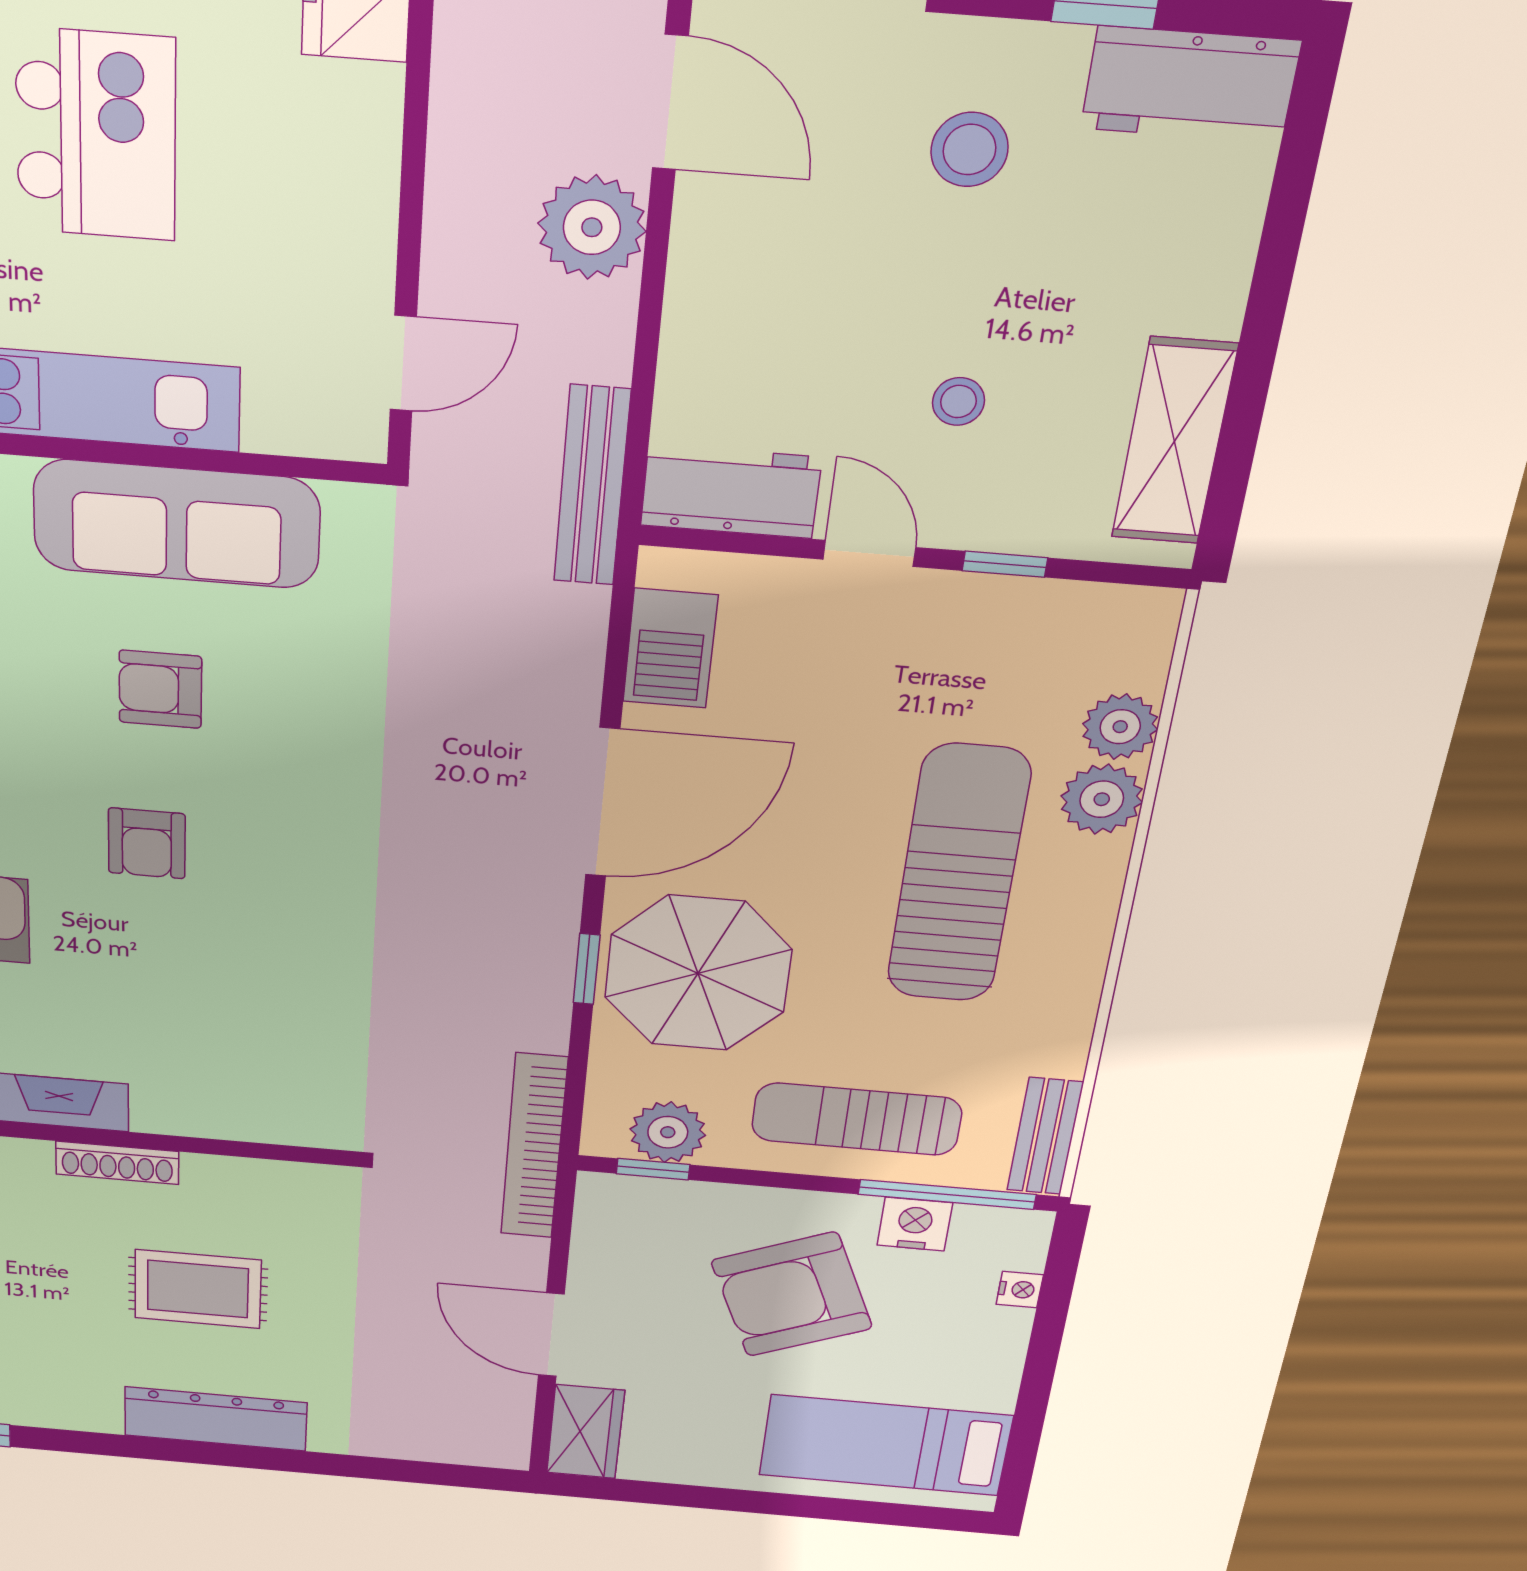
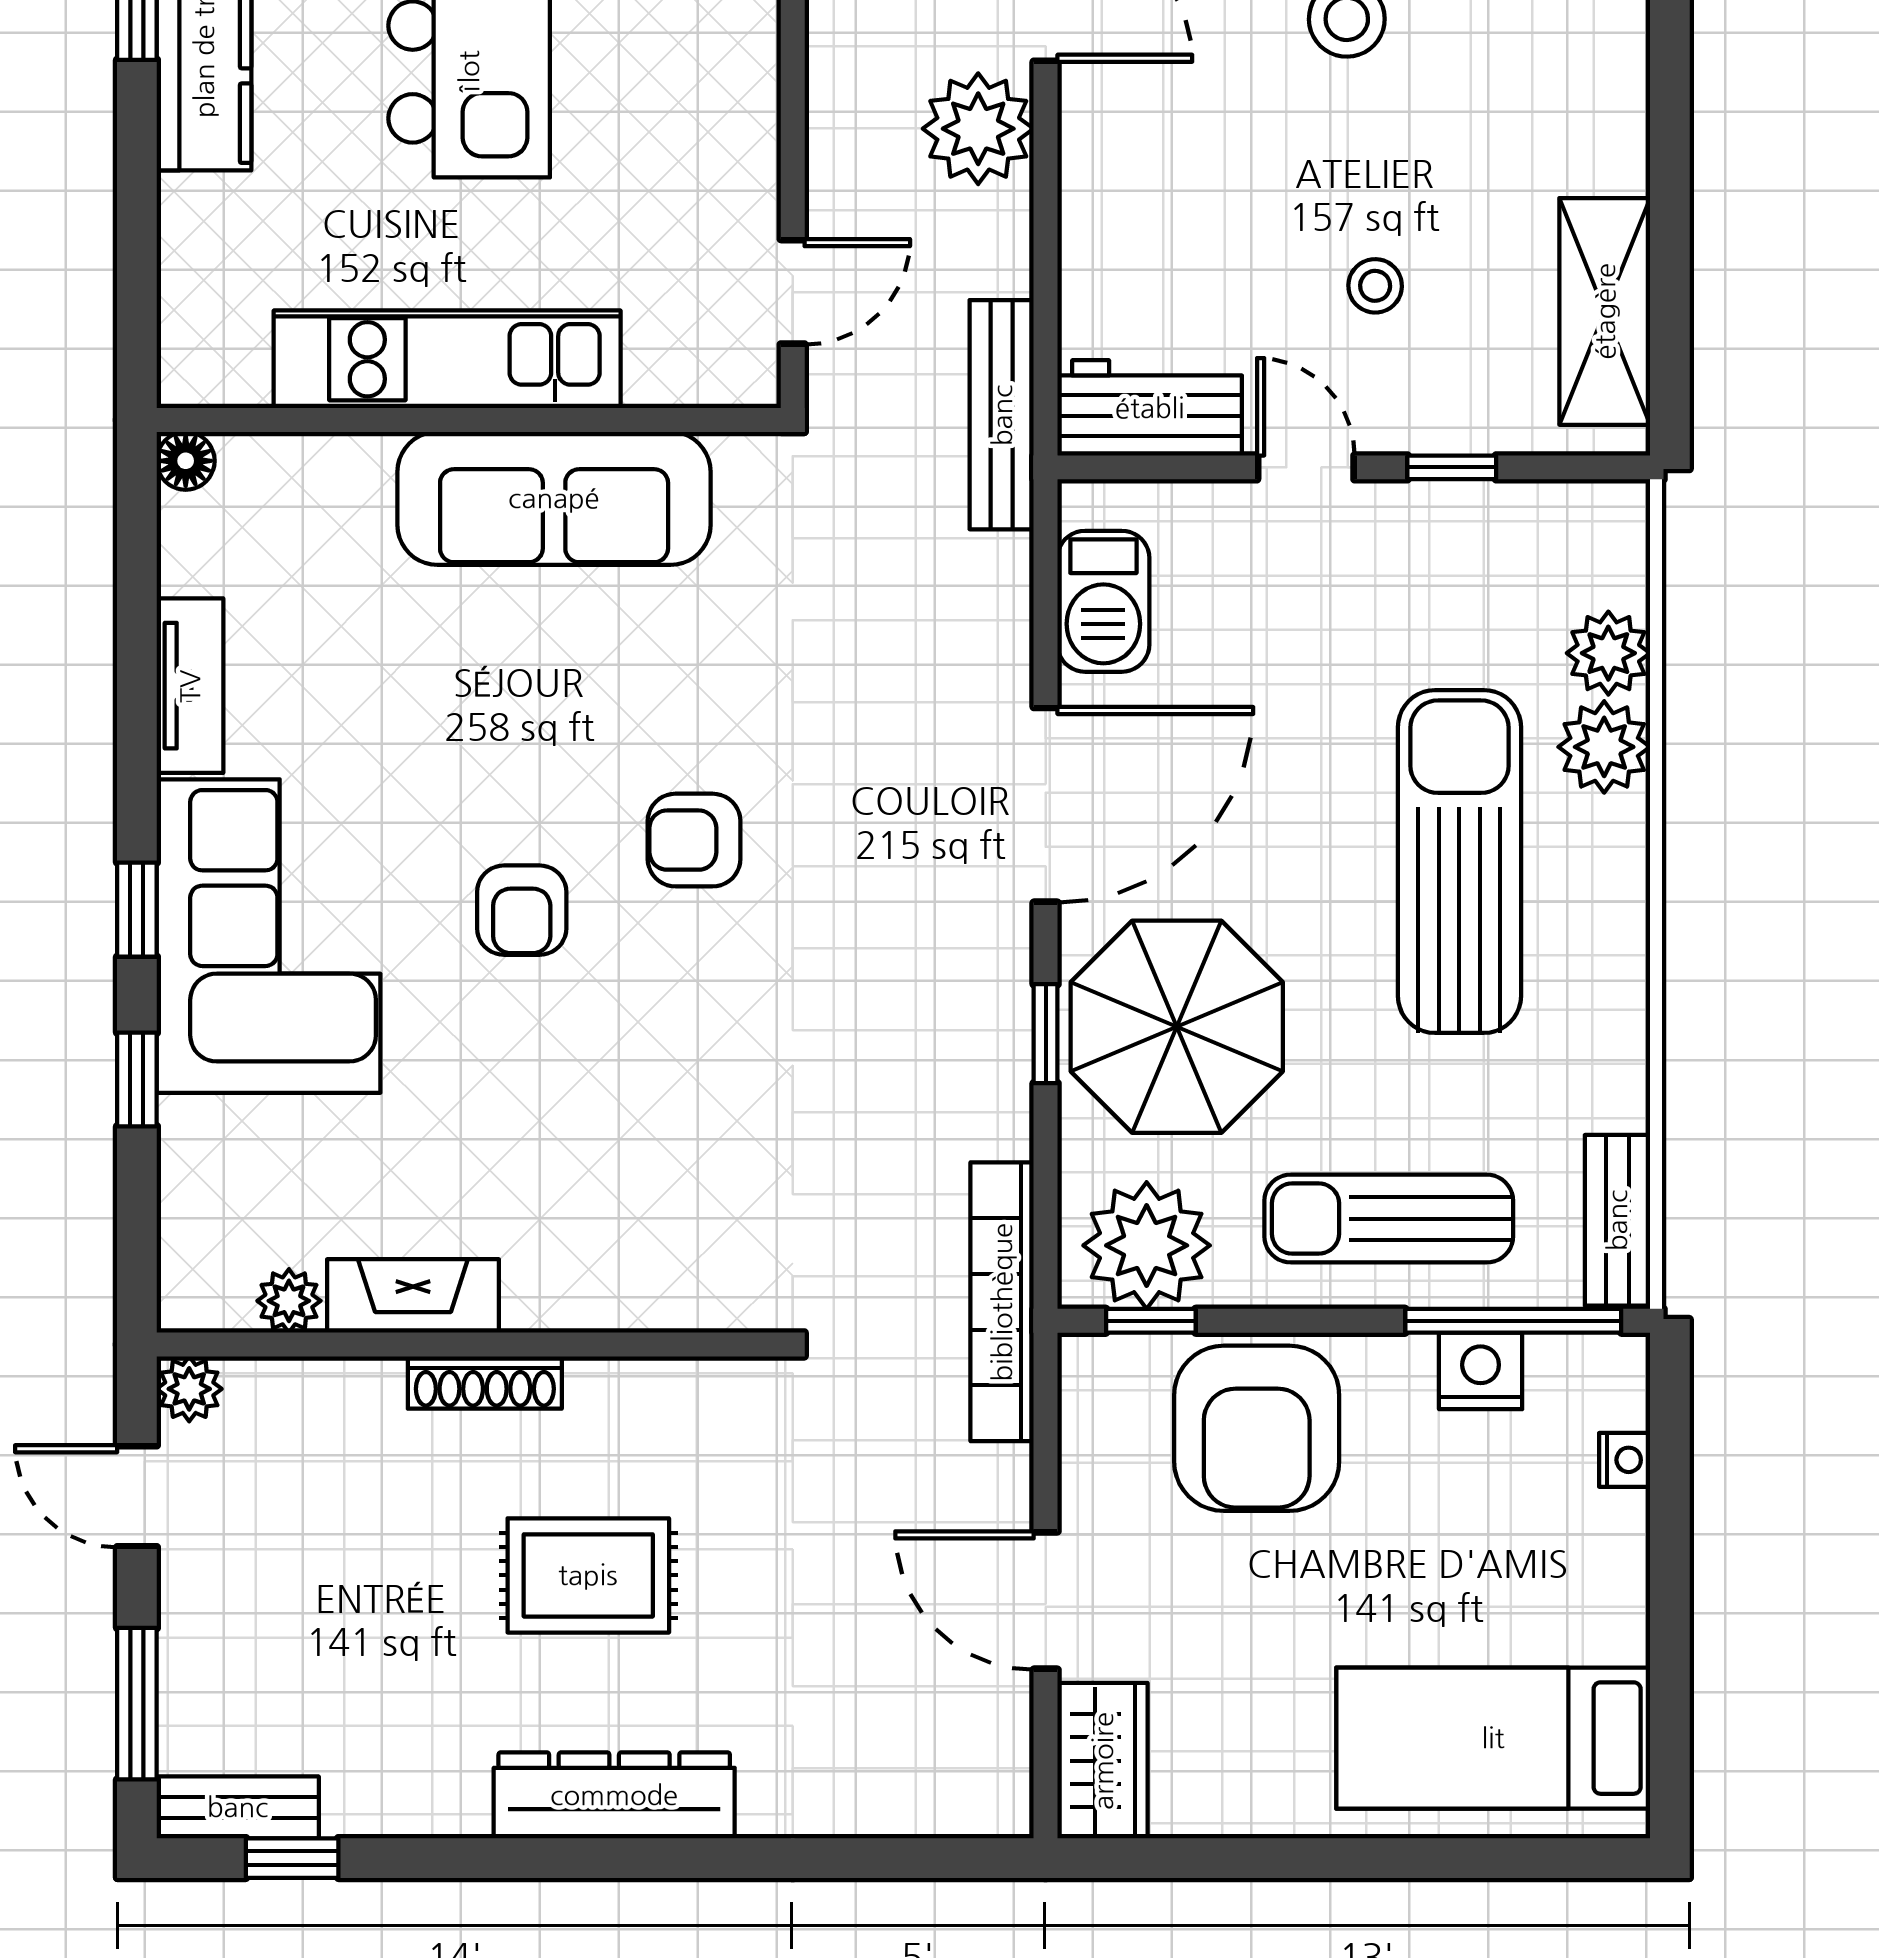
armchair: (160, 689) -> (694, 840), moved
plant: (668, 1132) -> (1147, 1245), width x1.36, depth x1.36
armchair: (792, 1295) -> (1257, 1428), moved, turned -67

